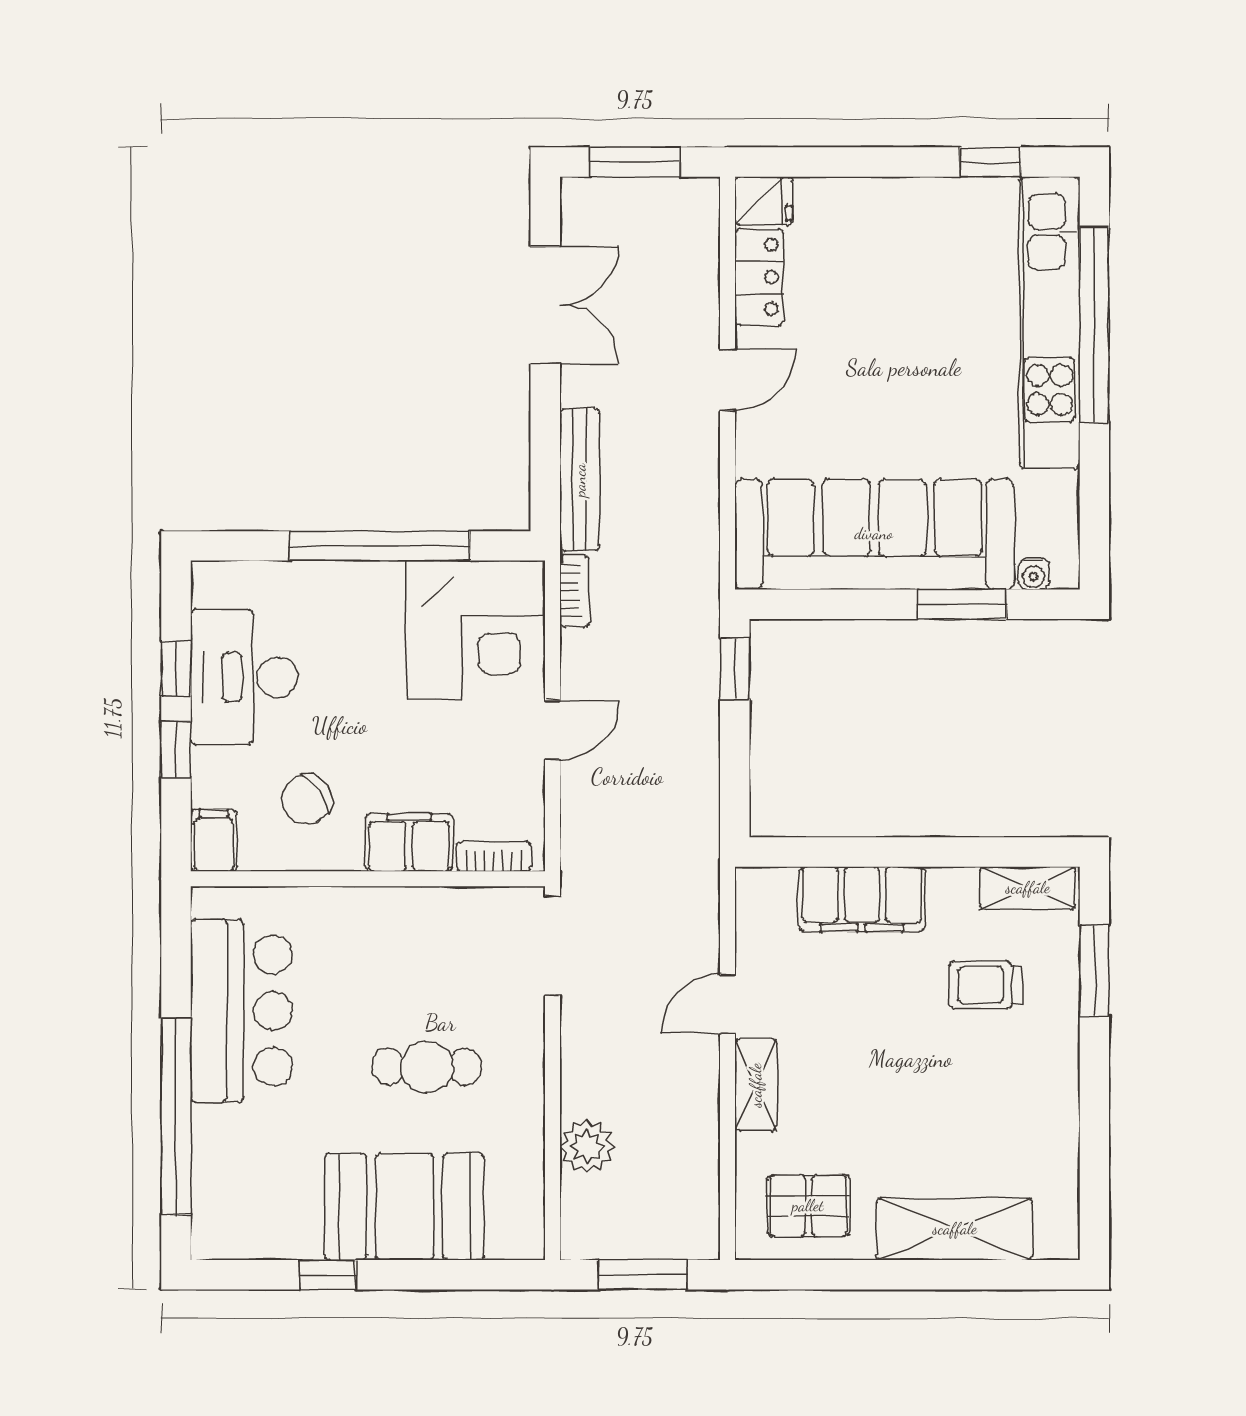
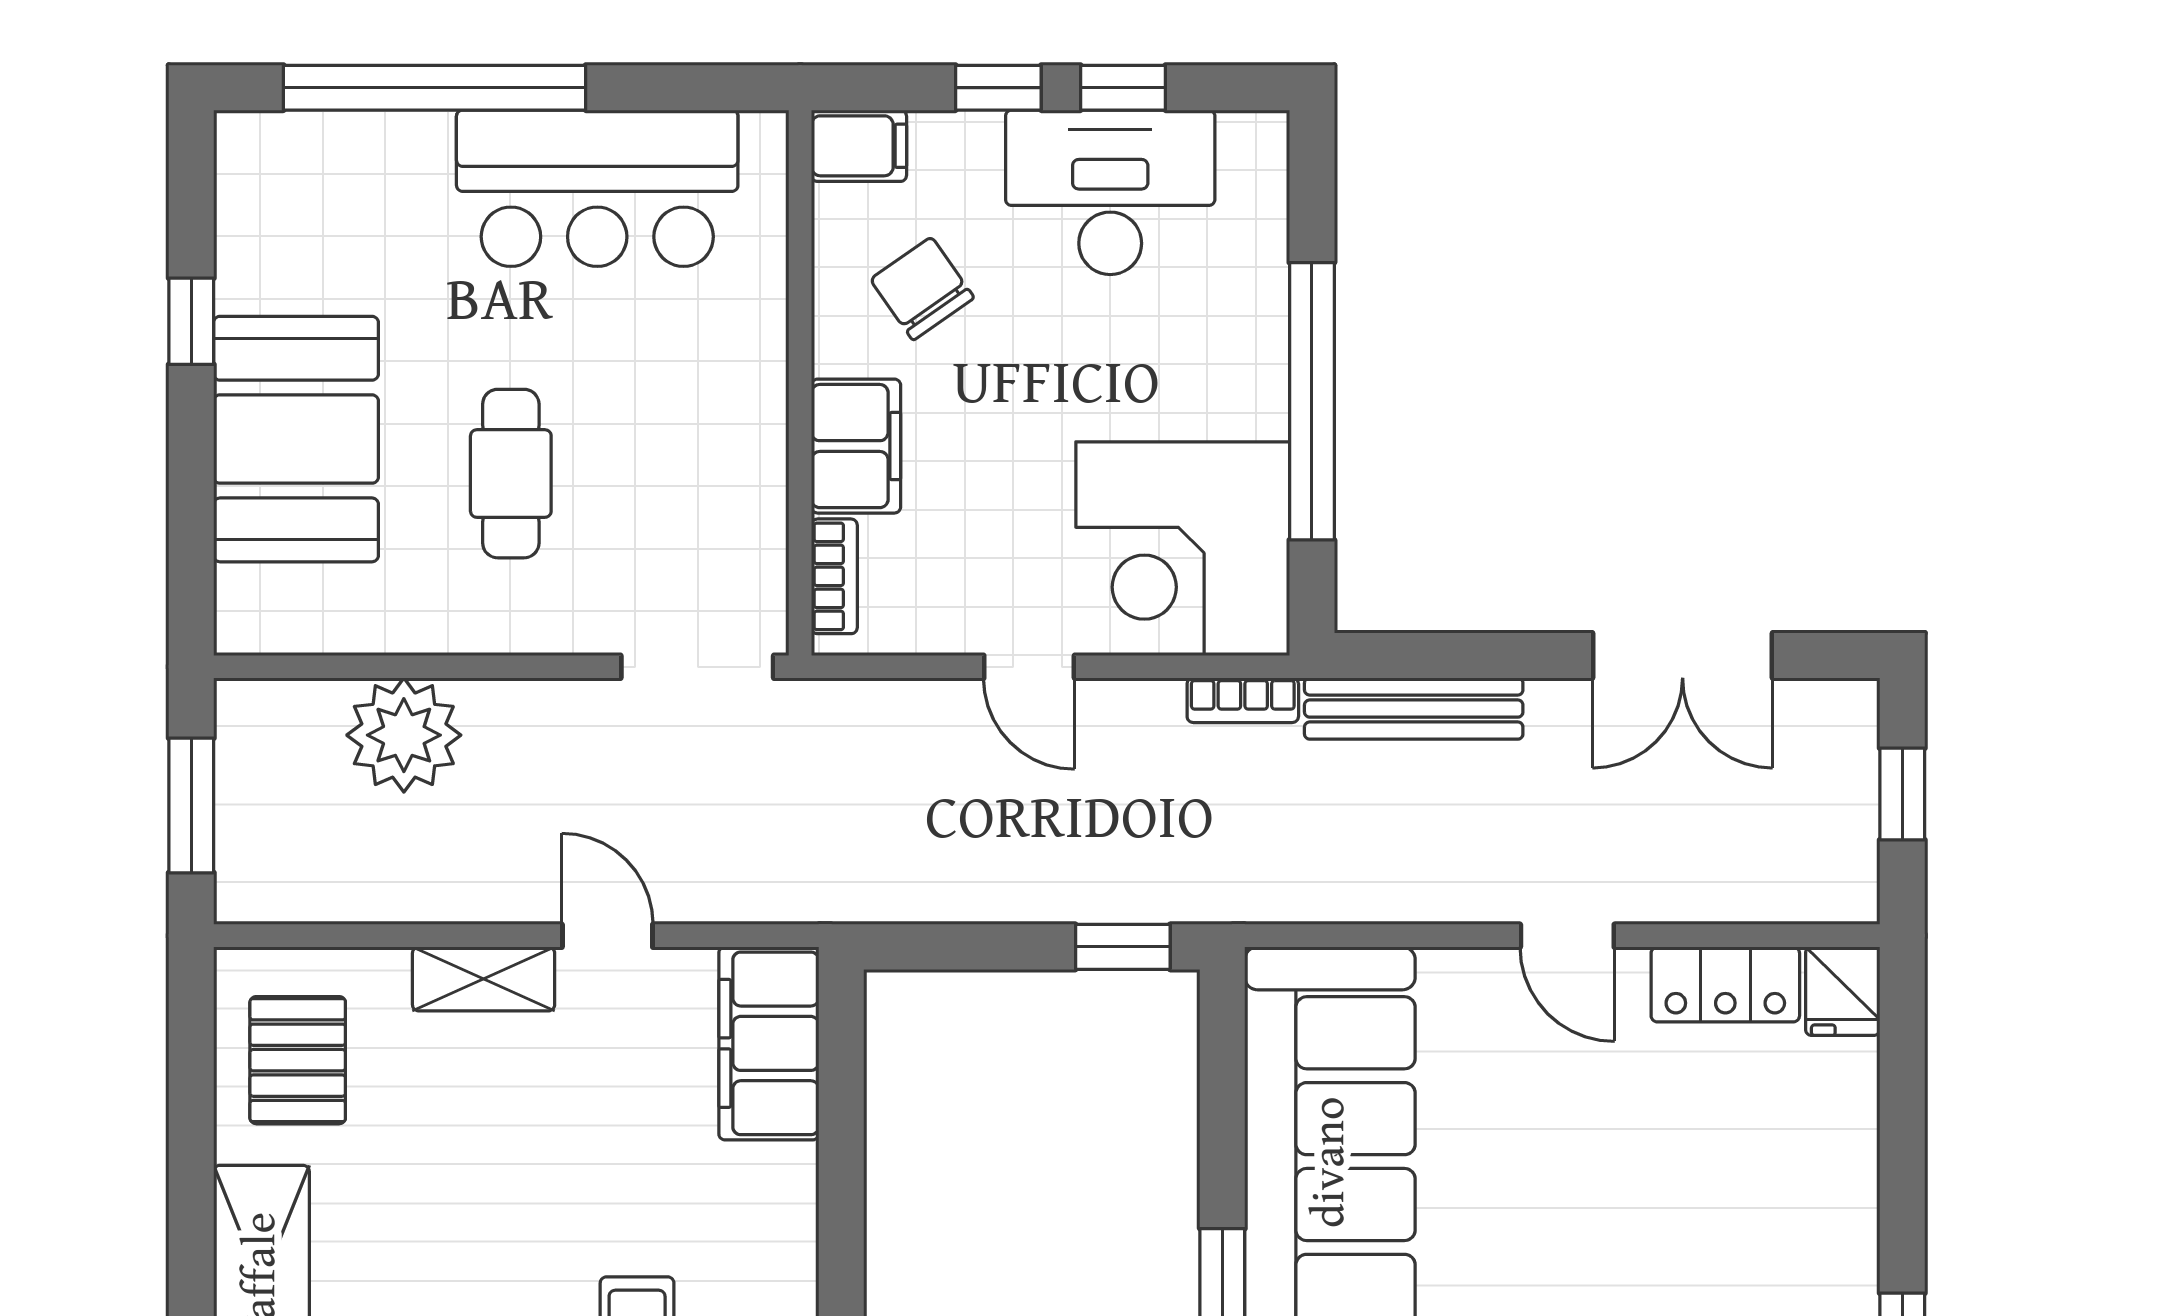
window: (635, 162) -> (1902, 794), width x0.67
filing cabinet: (862, 899) -> (769, 1043), moved
plant: (587, 1146) -> (404, 735), width x1.36, depth x1.36

